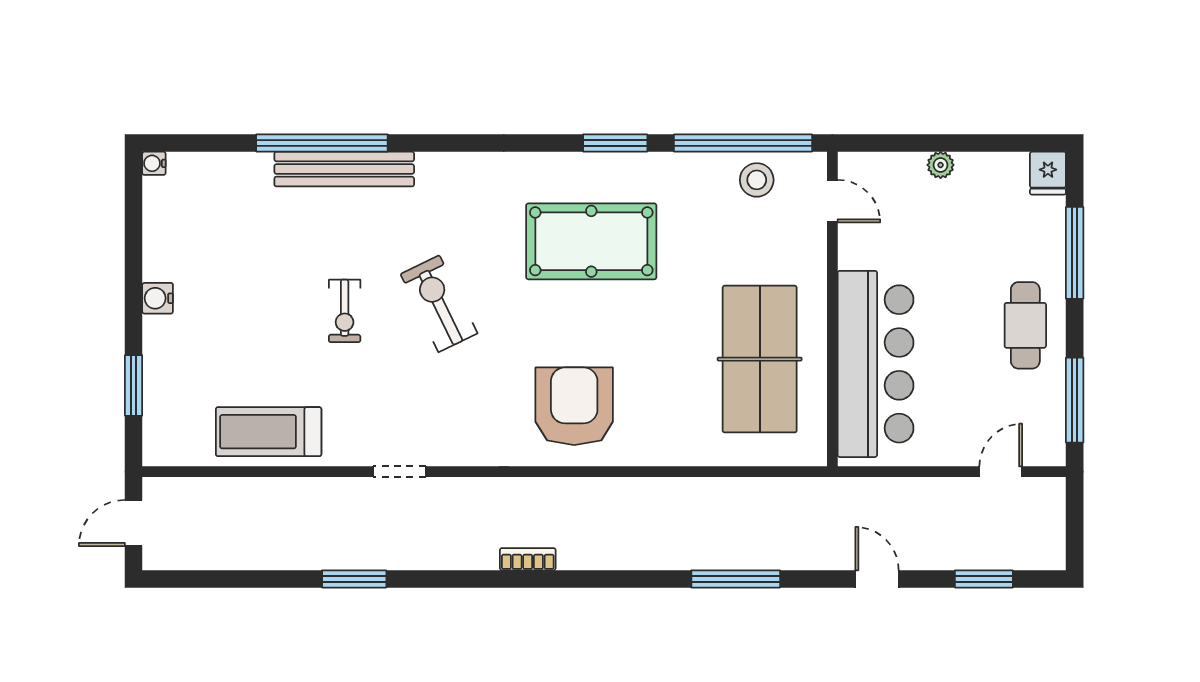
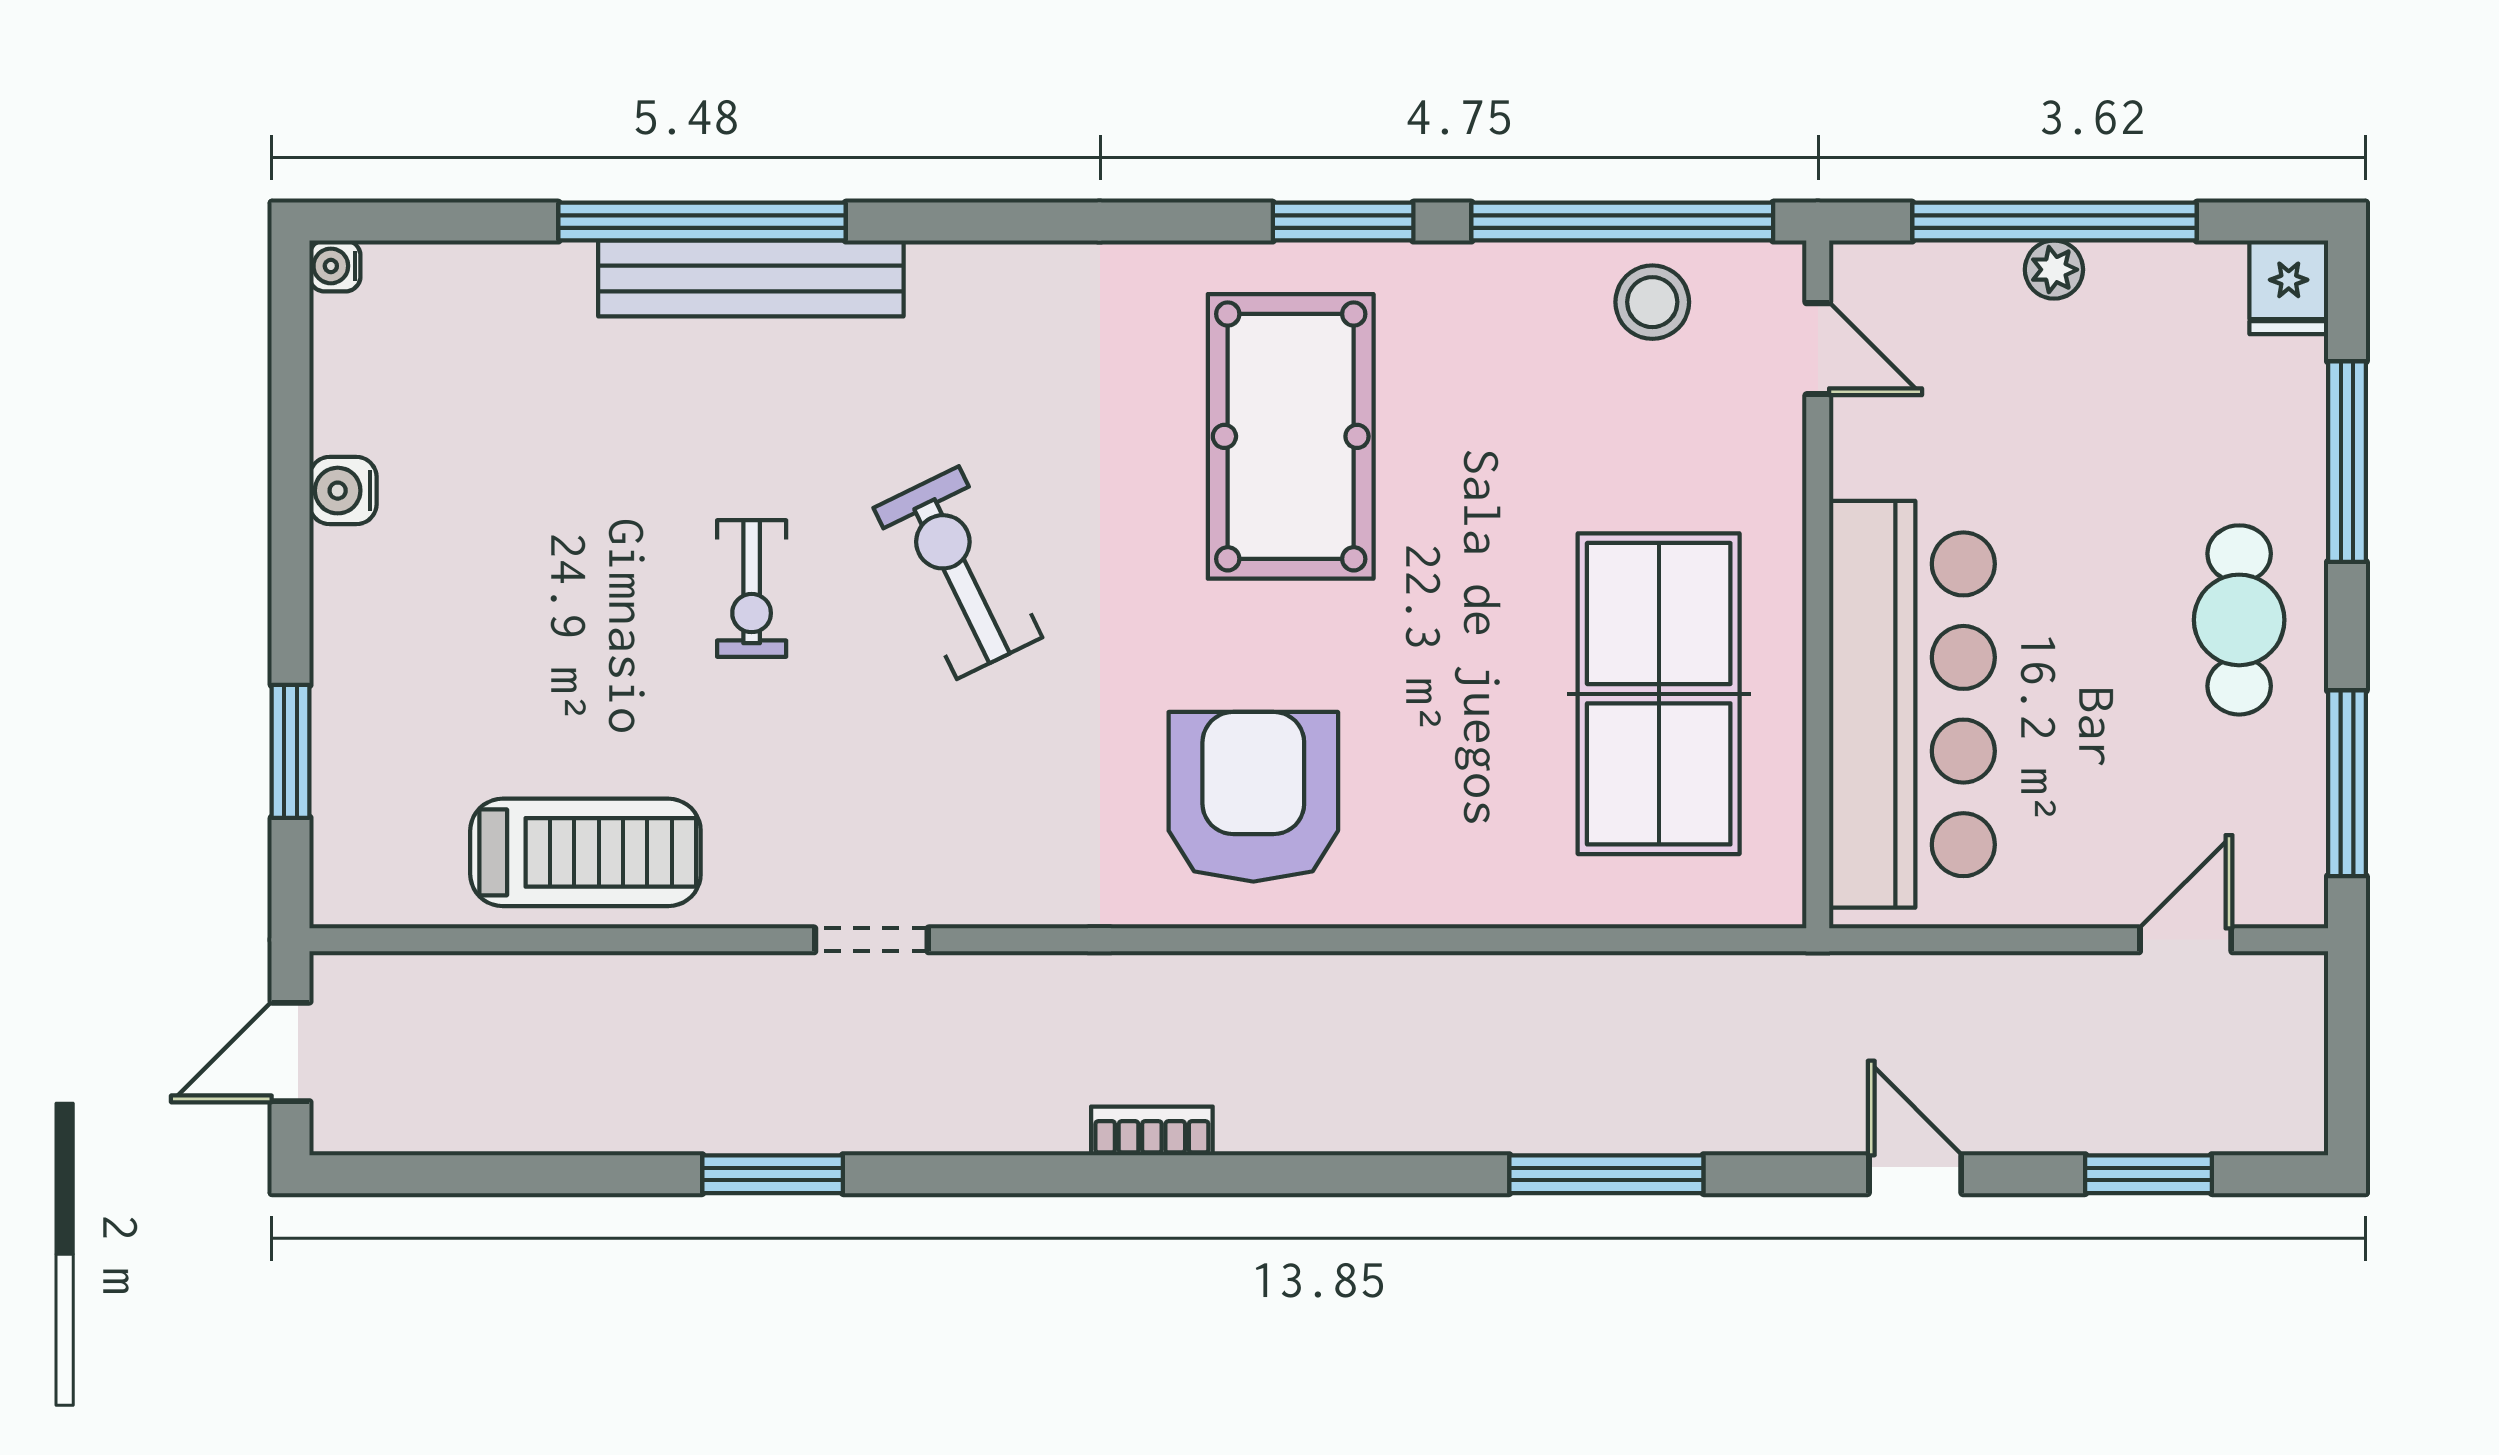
window: (941, 143) -> (2055, 222), added
pool table: (591, 241) -> (1291, 436), turned 90
water cooler: (158, 298) -> (343, 491), moved
treadmill: (269, 432) -> (585, 852), turned 180

